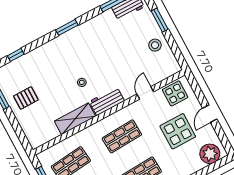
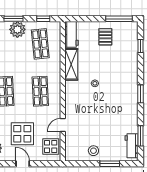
door: (145, 93) -> (63, 125), swing flipped
workbench: (107, 101) -> (72, 34), moved

